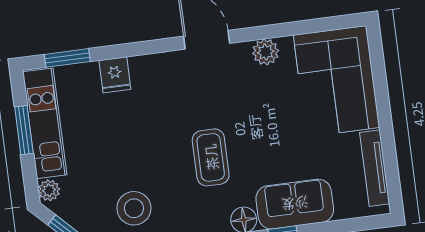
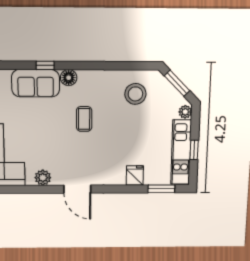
window: (24, 130) -> (194, 150), width x0.67
coffee table: (211, 157) -> (84, 119), width x0.73, depth x0.77

